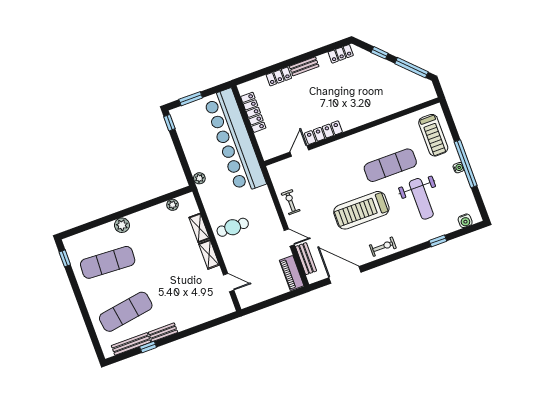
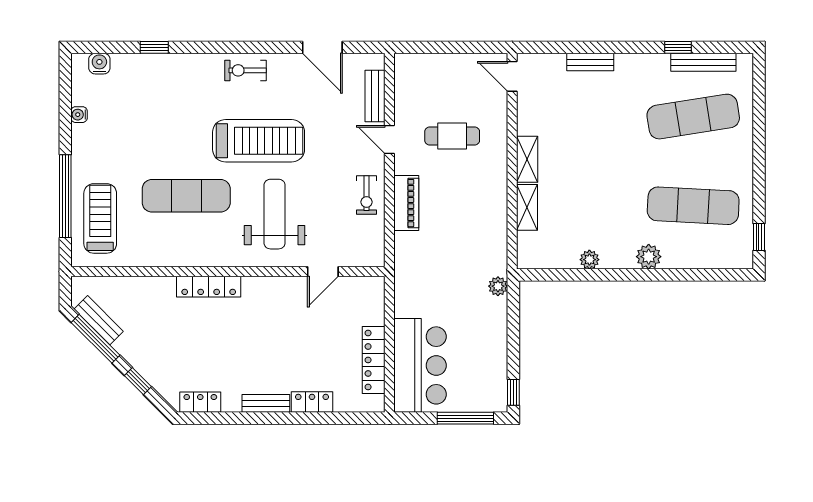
bench: (414, 79) -> (99, 320), added
window: (191, 99) -> (465, 418), width x1.44
locker: (323, 133) -> (209, 287), moved
bar counter: (235, 141) -> (420, 365), width x0.54
window: (466, 164) -> (65, 196), moved
water cooler: (458, 168) -> (79, 115), moved
weight bench: (421, 199) -> (275, 214), moved
plant: (173, 205) -> (589, 260), moved
cafe table: (233, 227) -> (452, 136), moved
piano: (292, 273) -> (406, 203), moved
door: (345, 275) -> (322, 47), width x0.73
door: (229, 283) -> (512, 76), moved
bench: (163, 332) -> (590, 62), moved

